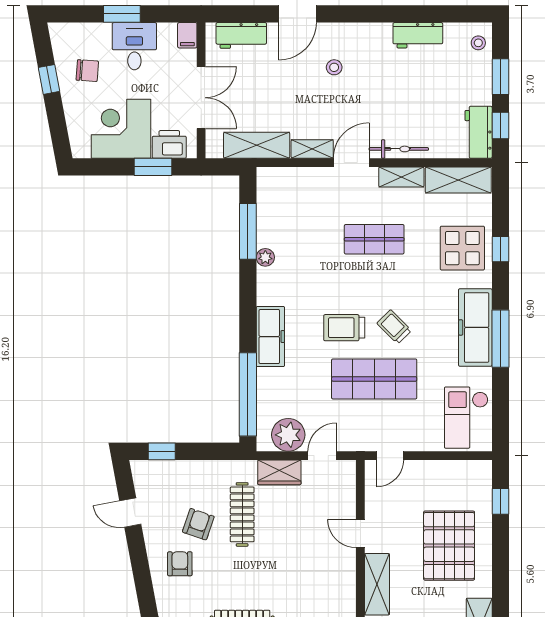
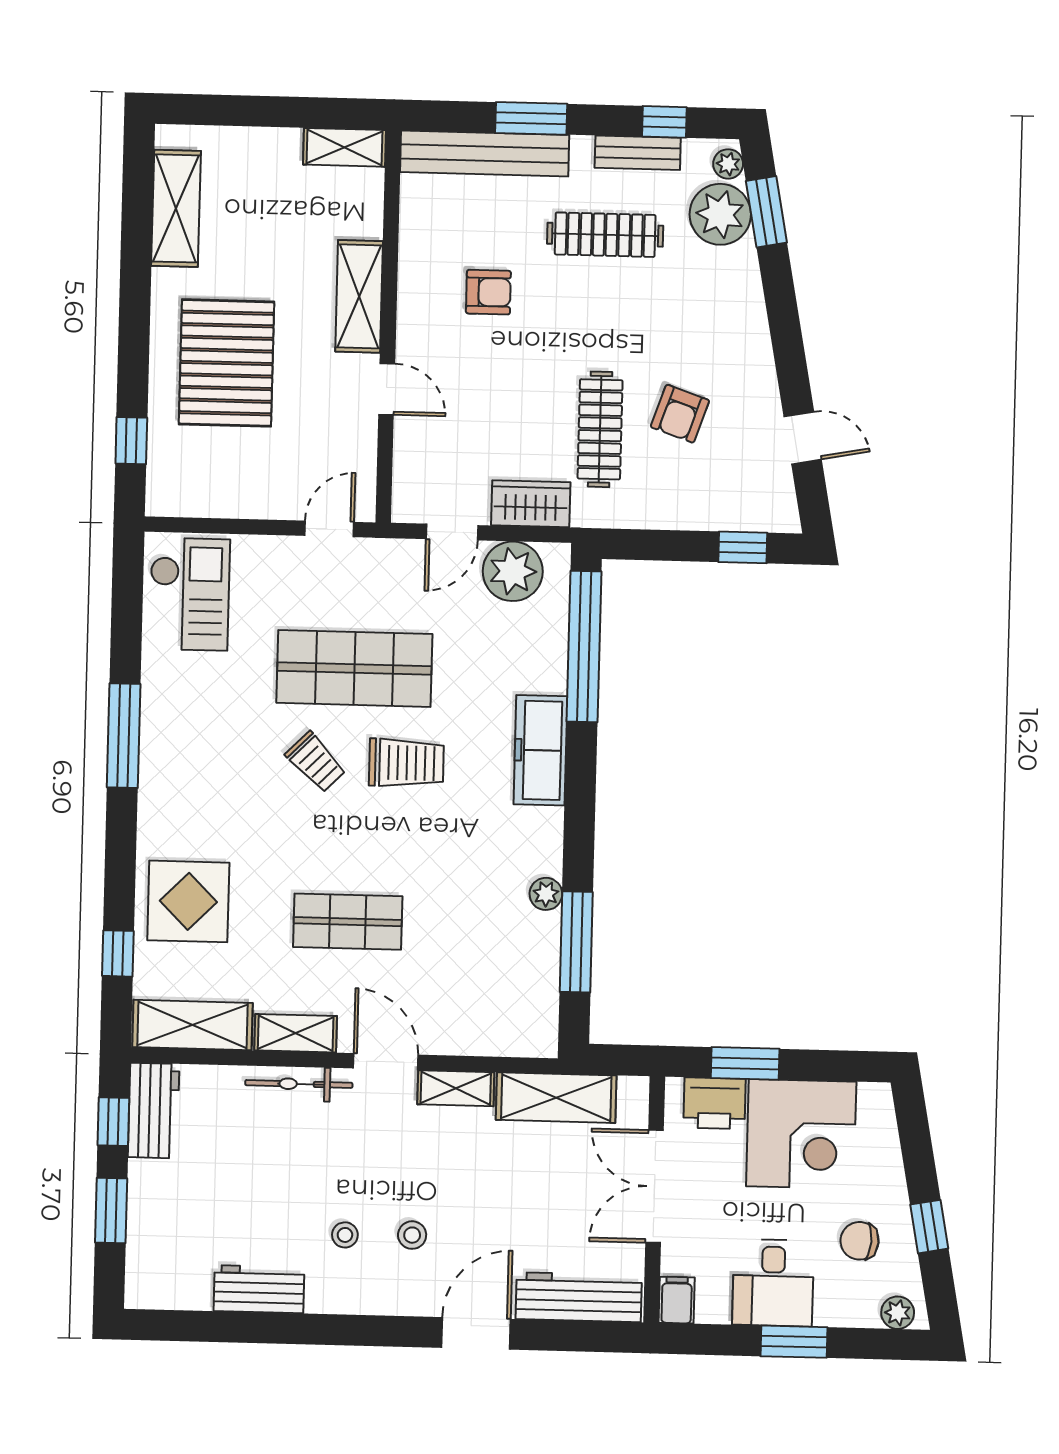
plant: (65, 32) -> (898, 1313), added
workbench: (241, 35) -> (579, 1297), width x1.38
stool: (478, 43) -> (345, 1235), moved
door: (351, 163) -> (386, 1062), swing flipped
window: (500, 249) -> (118, 953), moved
freezer: (475, 327) -> (169, 757), removed
armchair: (180, 564) -> (488, 292), moved, turned -90

